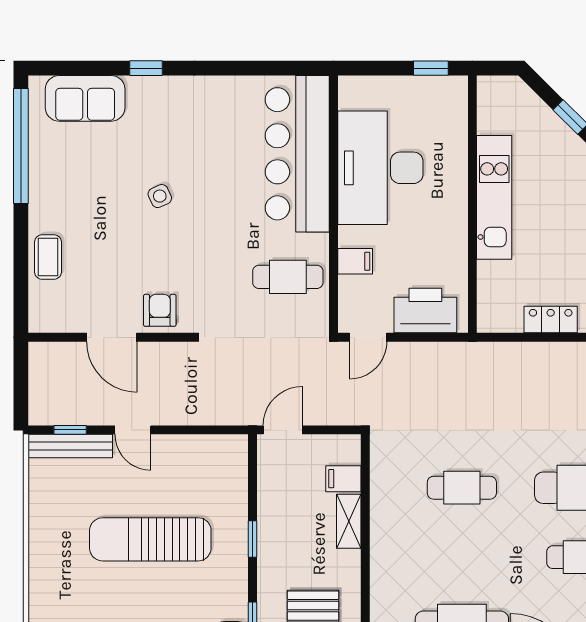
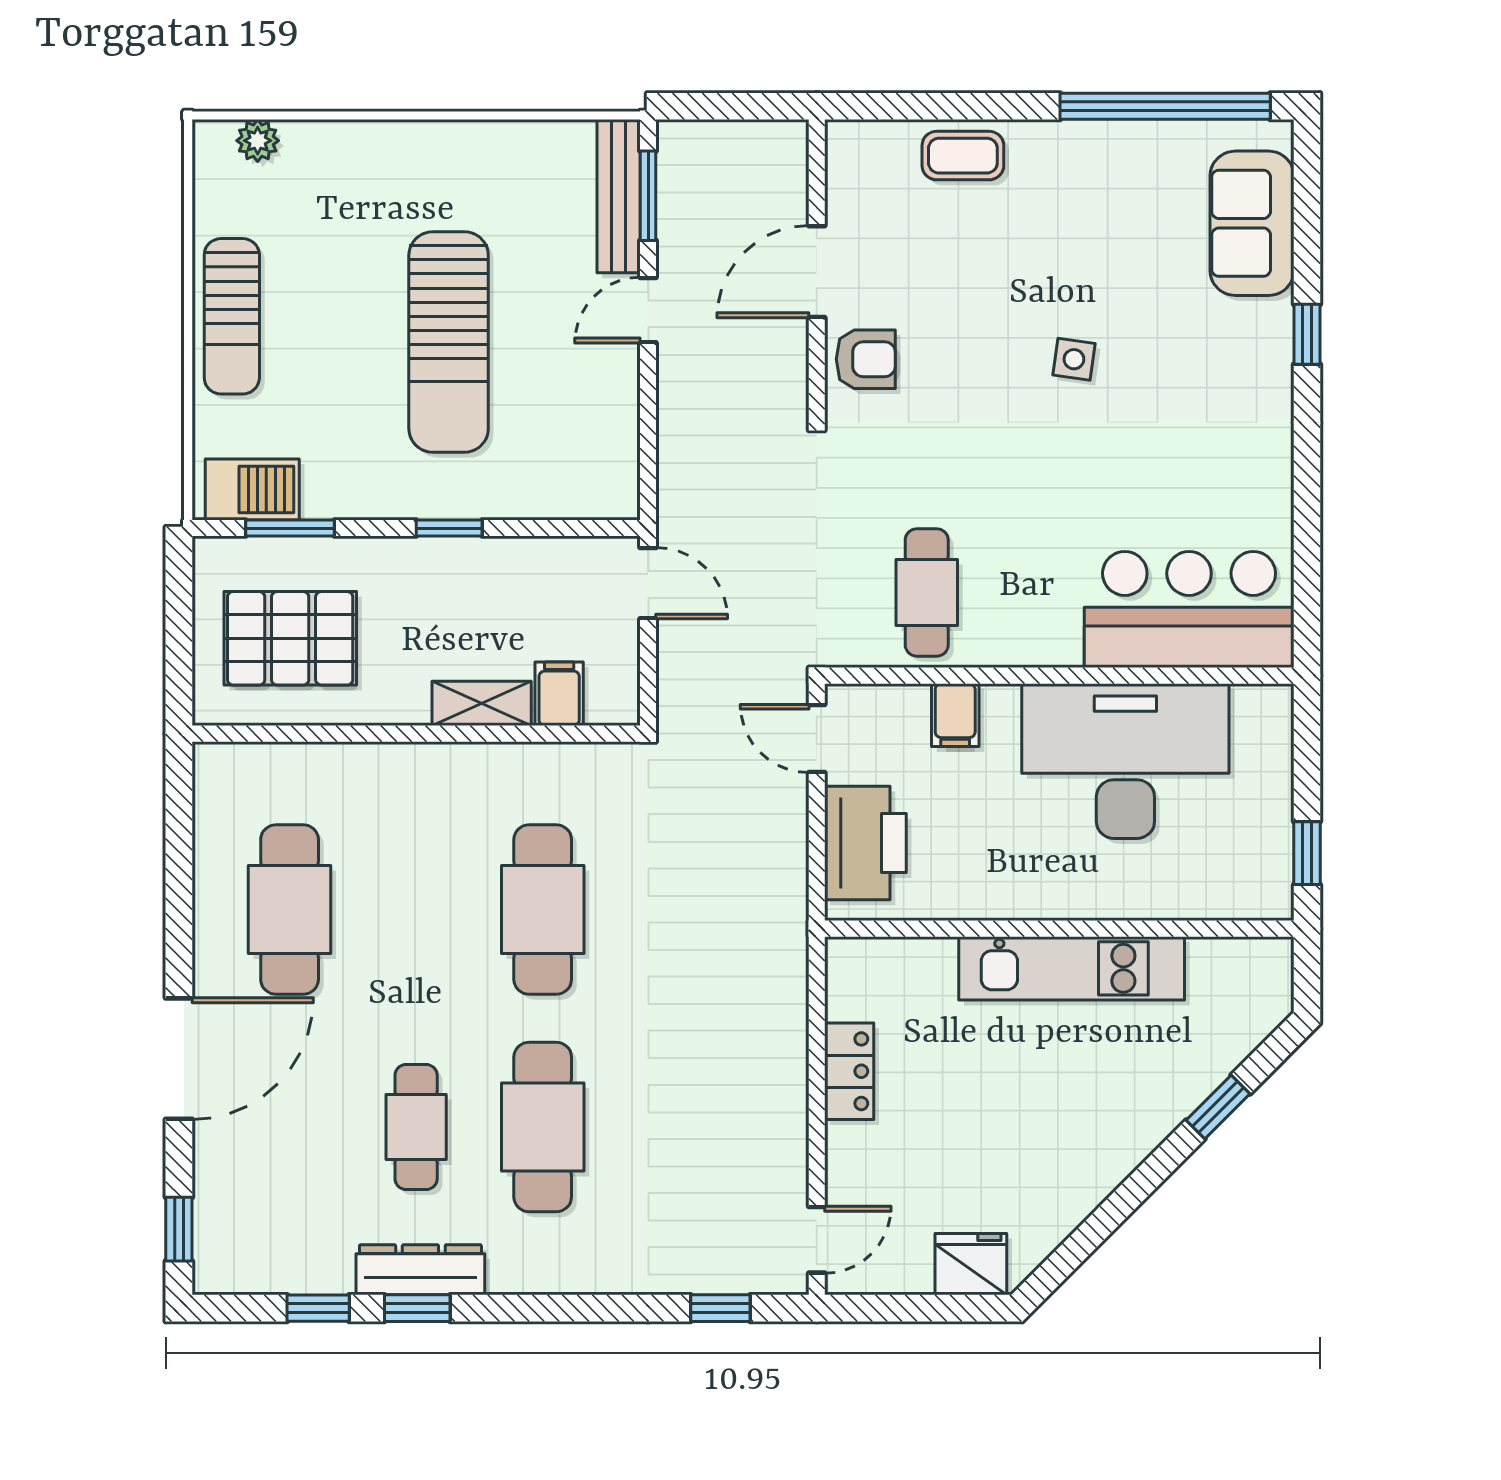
bar counter: (297, 154) -> (1189, 610), width x0.73
side table: (160, 196) -> (1074, 359), turned 32
window: (70, 430) -> (648, 196), width x1.50
cafe table: (462, 488) -> (543, 909), width x1.37, depth x1.35
sun lounger: (150, 539) -> (449, 342), turned 180

